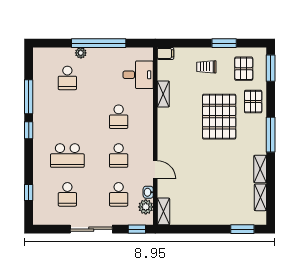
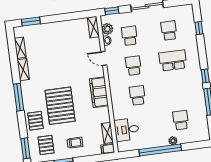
shelving: (163, 94) -> (107, 133), moved
filing cabinet: (167, 127) -> (99, 92), added

